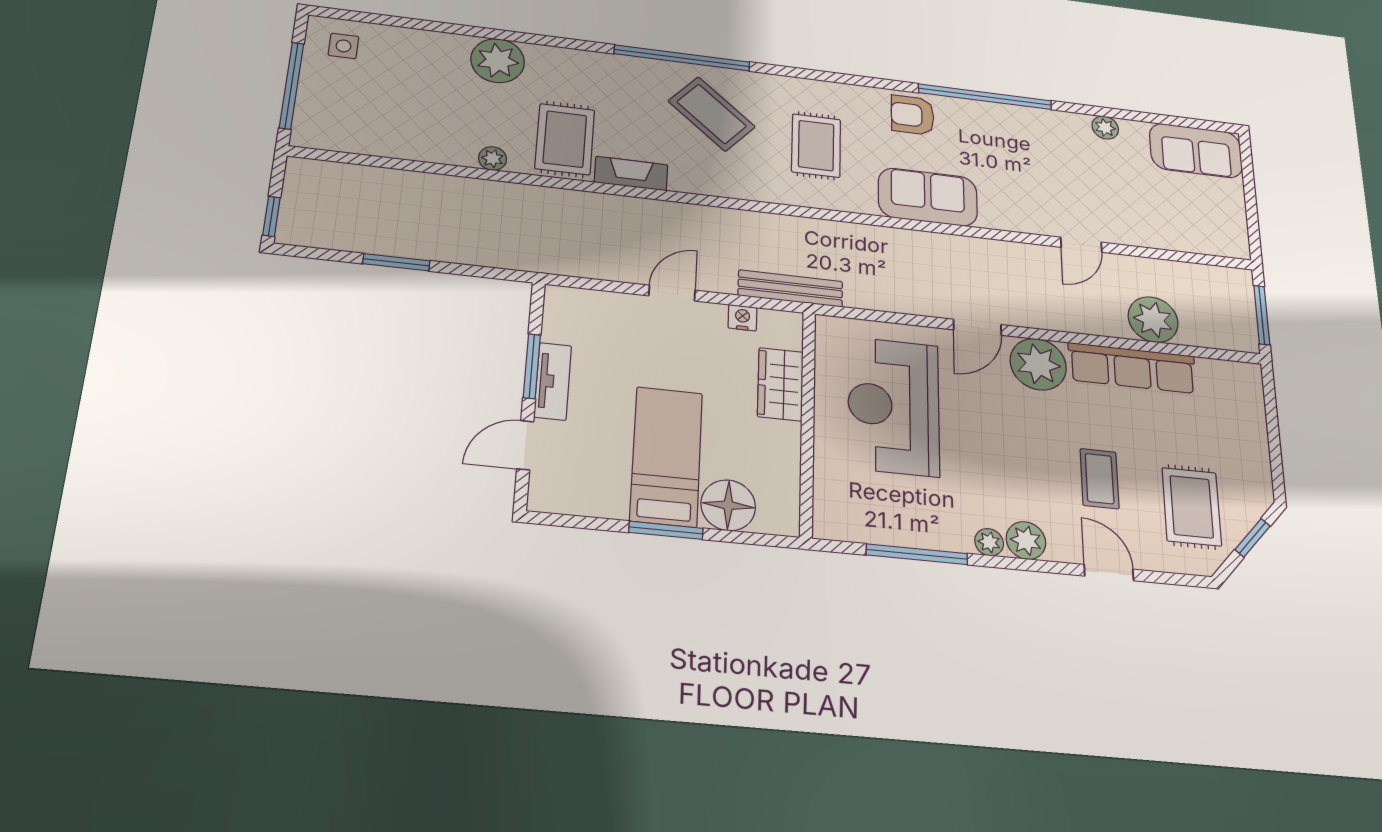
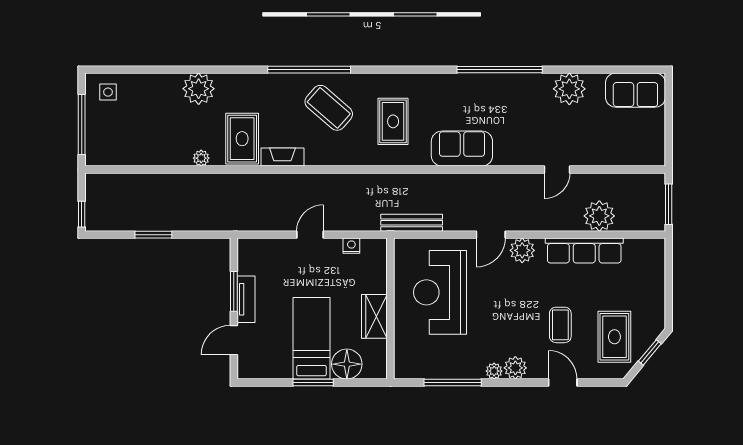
armchair: (913, 115) -> (453, 90), removed
plant: (1105, 128) -> (569, 89), width x1.88, depth x1.88
bench: (790, 288) -> (412, 223), moved
plant: (1038, 364) -> (522, 250), width x0.73, depth x0.73
wardrobe: (780, 384) -> (374, 316), moved

